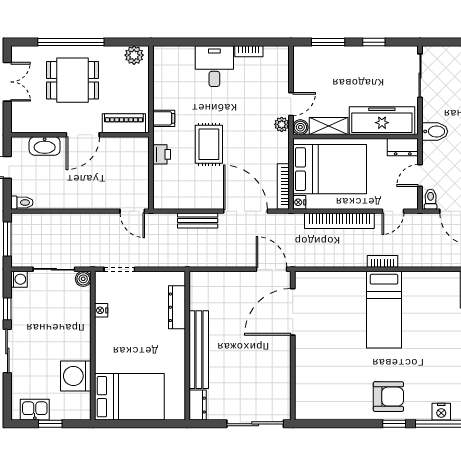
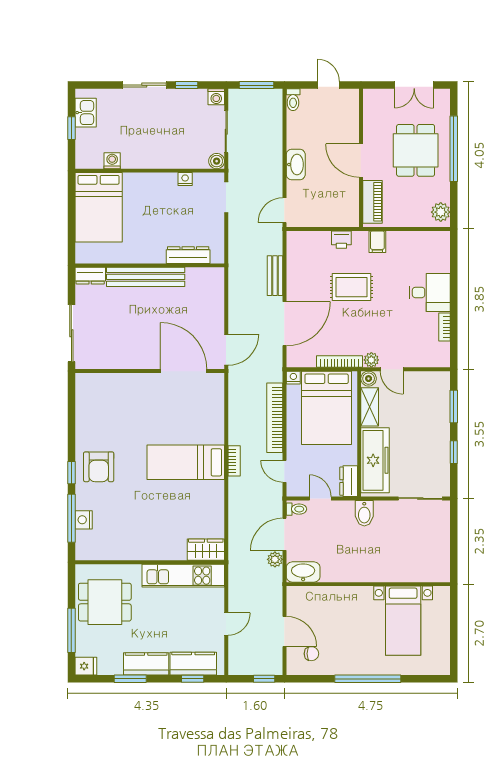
washbasin: (45, 146) -> (296, 165), moved, turned 180
bookcase: (283, 186) -> (340, 362), moved
washing machine: (76, 376) -> (112, 161), width x0.53, depth x0.53

